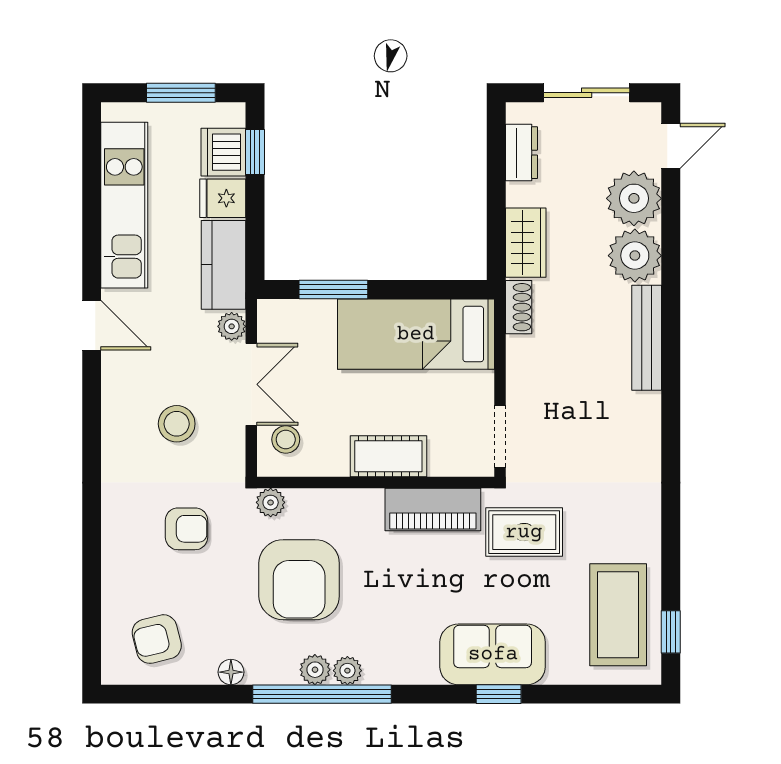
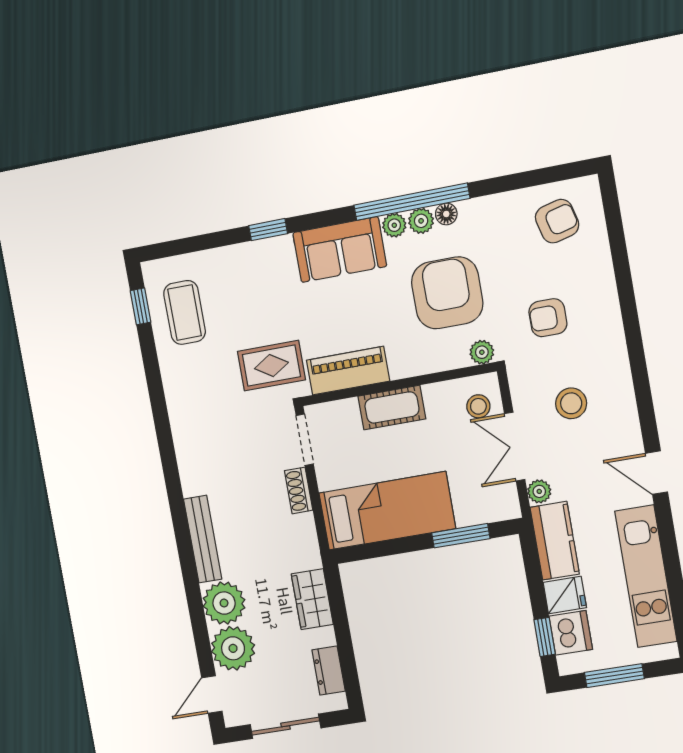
shoe rack: (519, 307) -> (299, 490), moved
coffee table: (618, 615) -> (185, 312), width x0.73, depth x0.76
sofa: (493, 654) -> (340, 249), moved
floor lamp: (231, 672) -> (446, 214), moved

